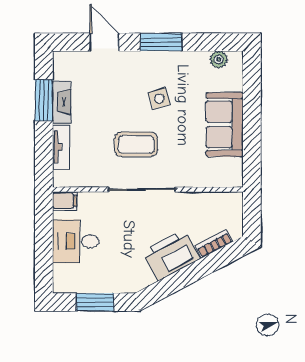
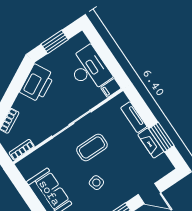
bookcase: (222, 199) -> (22, 150), added
desk: (76, 241) -> (89, 69), width x1.37
printer: (171, 255) -> (37, 83), moved

